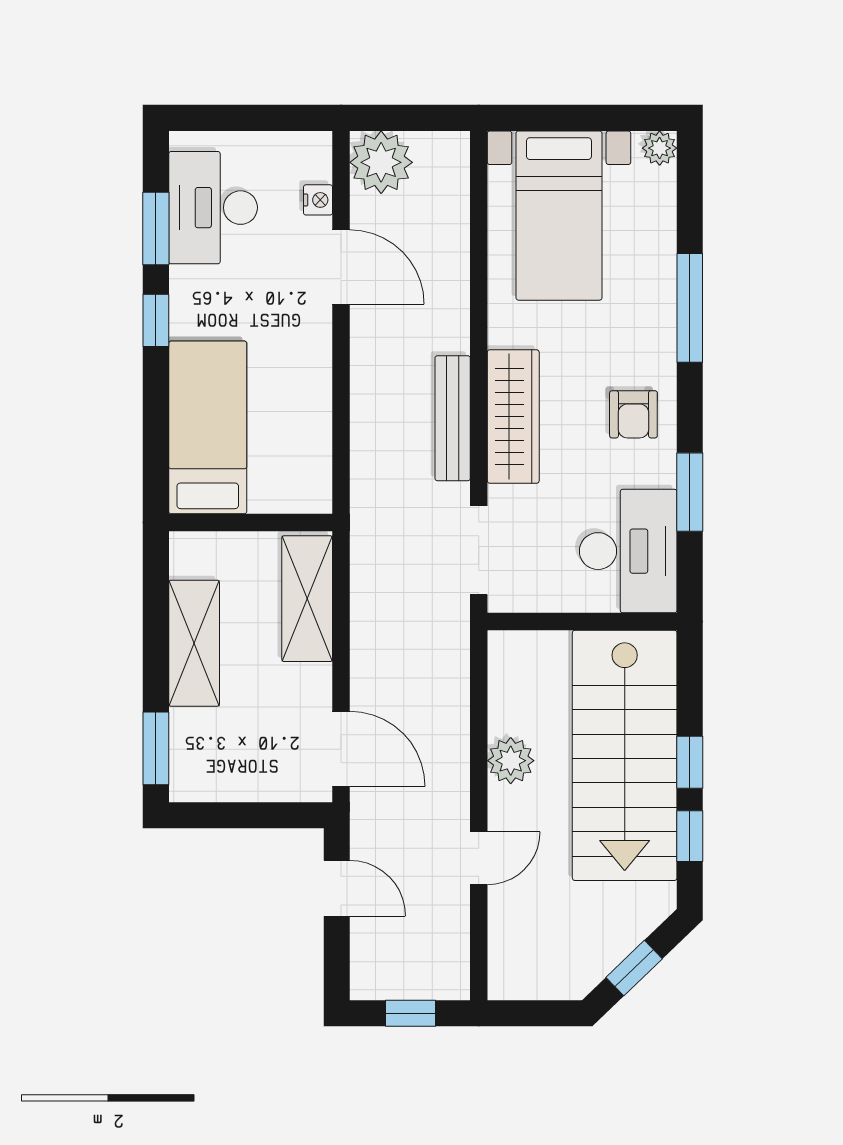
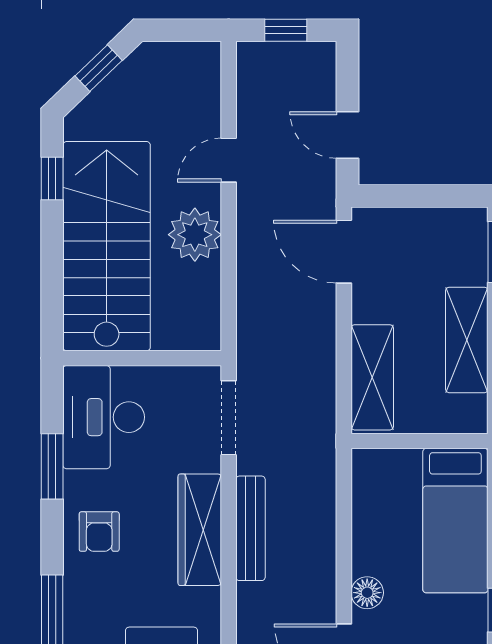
floor lamp: (313, 341) -> (367, 593), added
armchair: (633, 414) -> (99, 532), turned 180
plant: (511, 761) -> (195, 235), width x1.36, depth x1.36
window: (690, 762) -> (52, 240), removed

